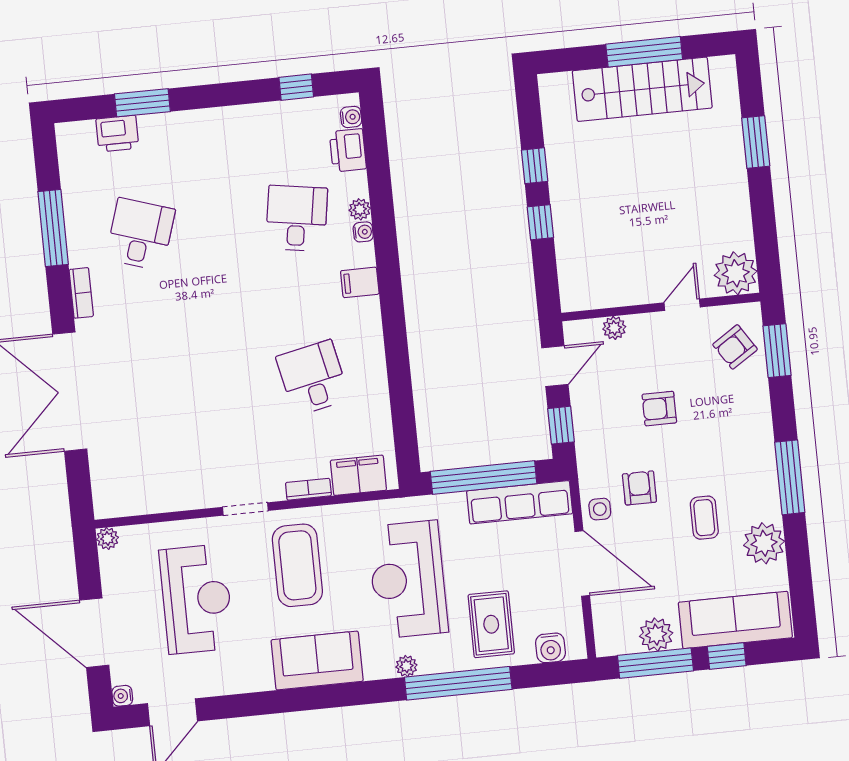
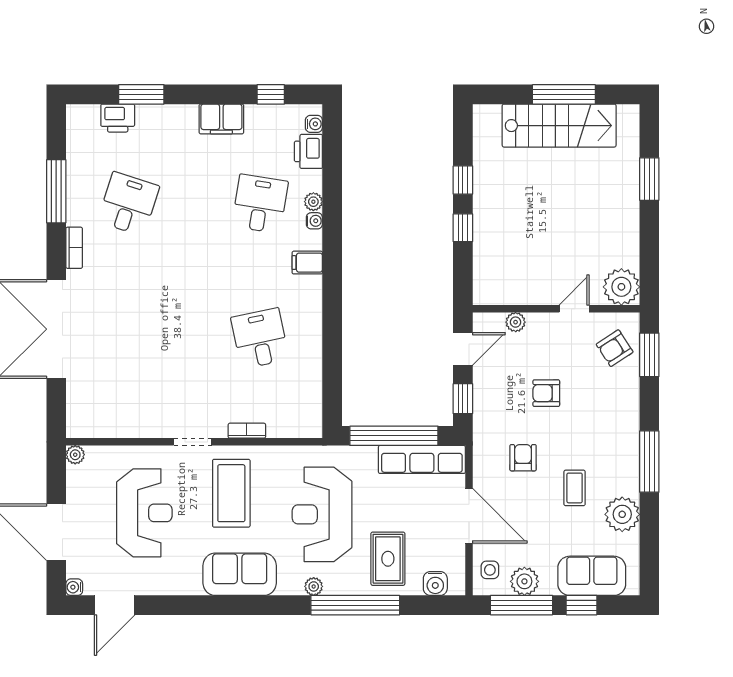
filing cabinet: (358, 475) -> (221, 119), moved, turned 180
side table: (600, 509) -> (490, 570), moved
sofa: (735, 620) -> (592, 576), width x0.73

